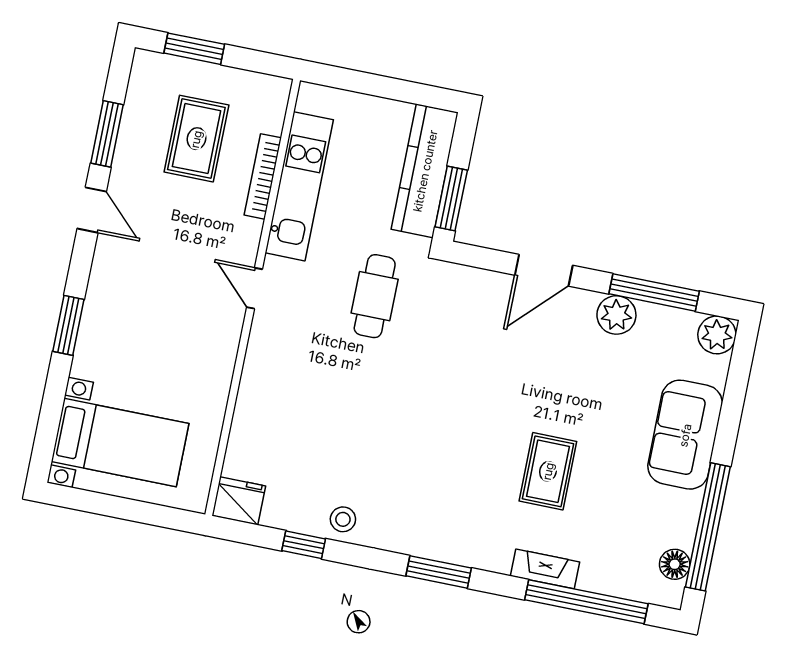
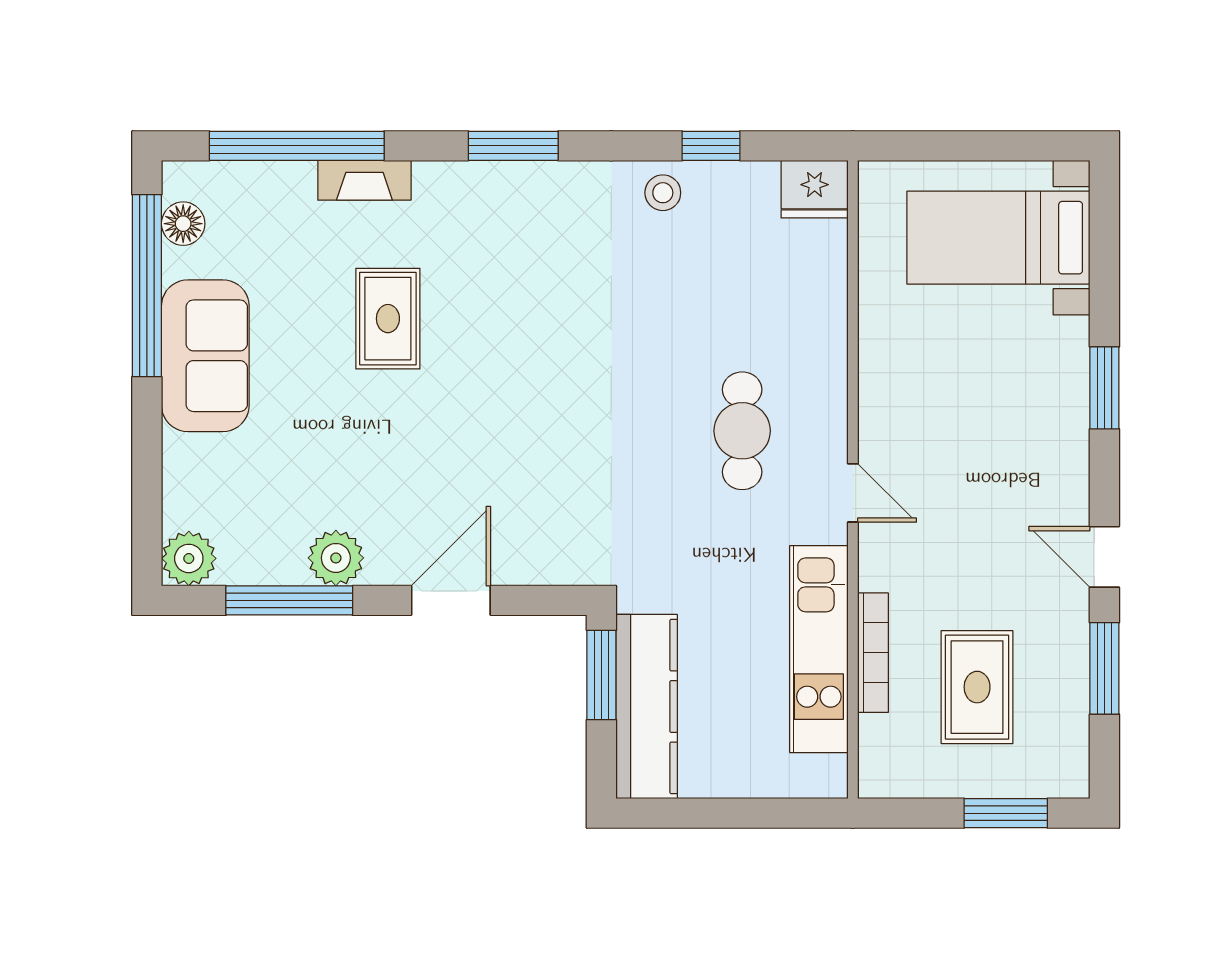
cafe table: (375, 296) -> (742, 431), moved
sofa: (685, 435) -> (205, 356), moved

